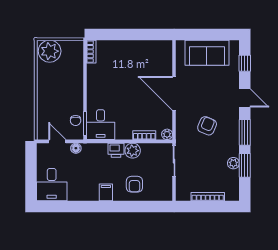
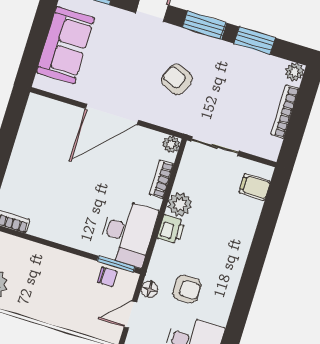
desk: (101, 125) -> (128, 233), width x1.37
plant: (233, 163) -> (295, 72), moved
armchair: (134, 184) -> (187, 289), moved
filing cabinet: (106, 192) -> (255, 187), moved

